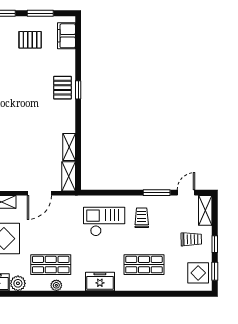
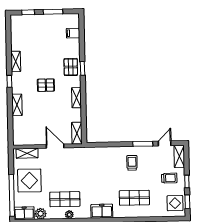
filing cabinet: (66, 36) -> (73, 33), width x0.50
pallet: (30, 40) -> (46, 85), moved
shelving: (69, 147) -> (76, 98), moved
door: (39, 193) -> (55, 146), swing flipped
checkout: (104, 221) -> (104, 166), removed

